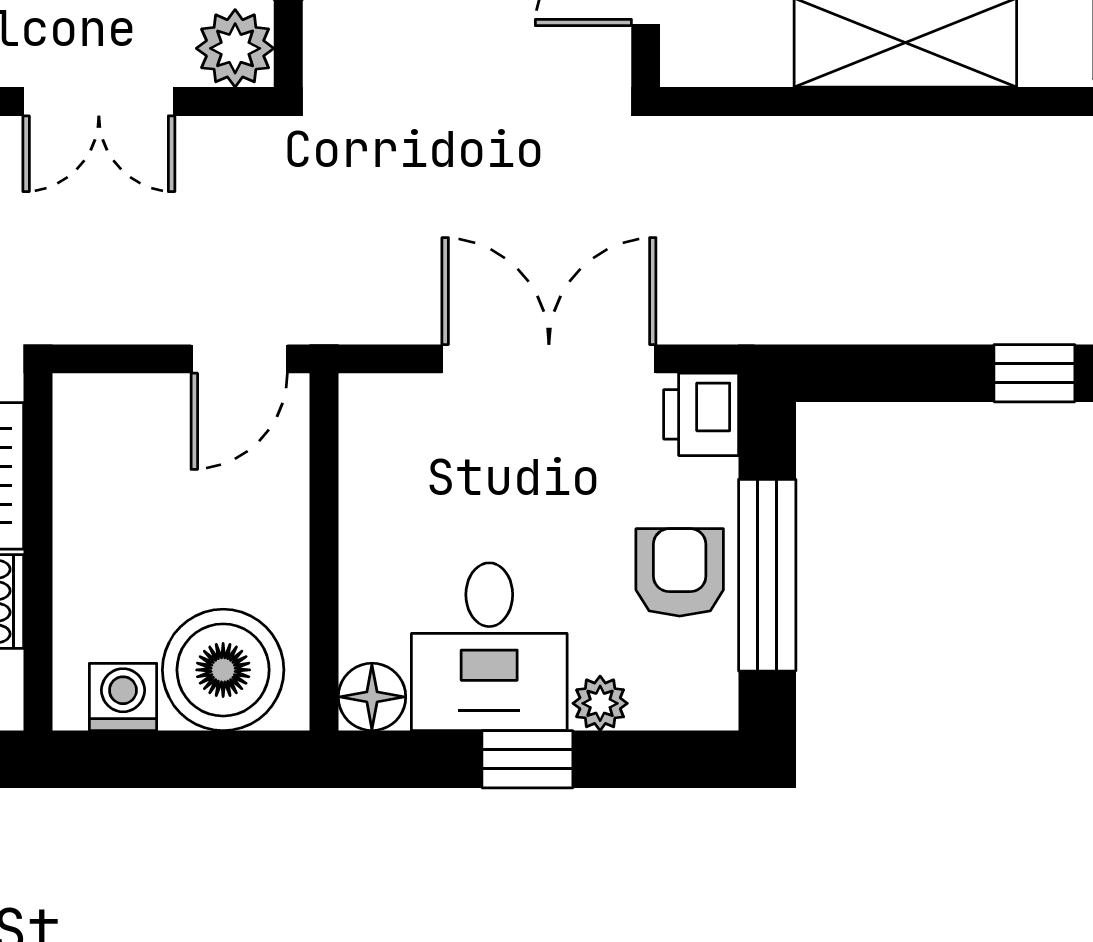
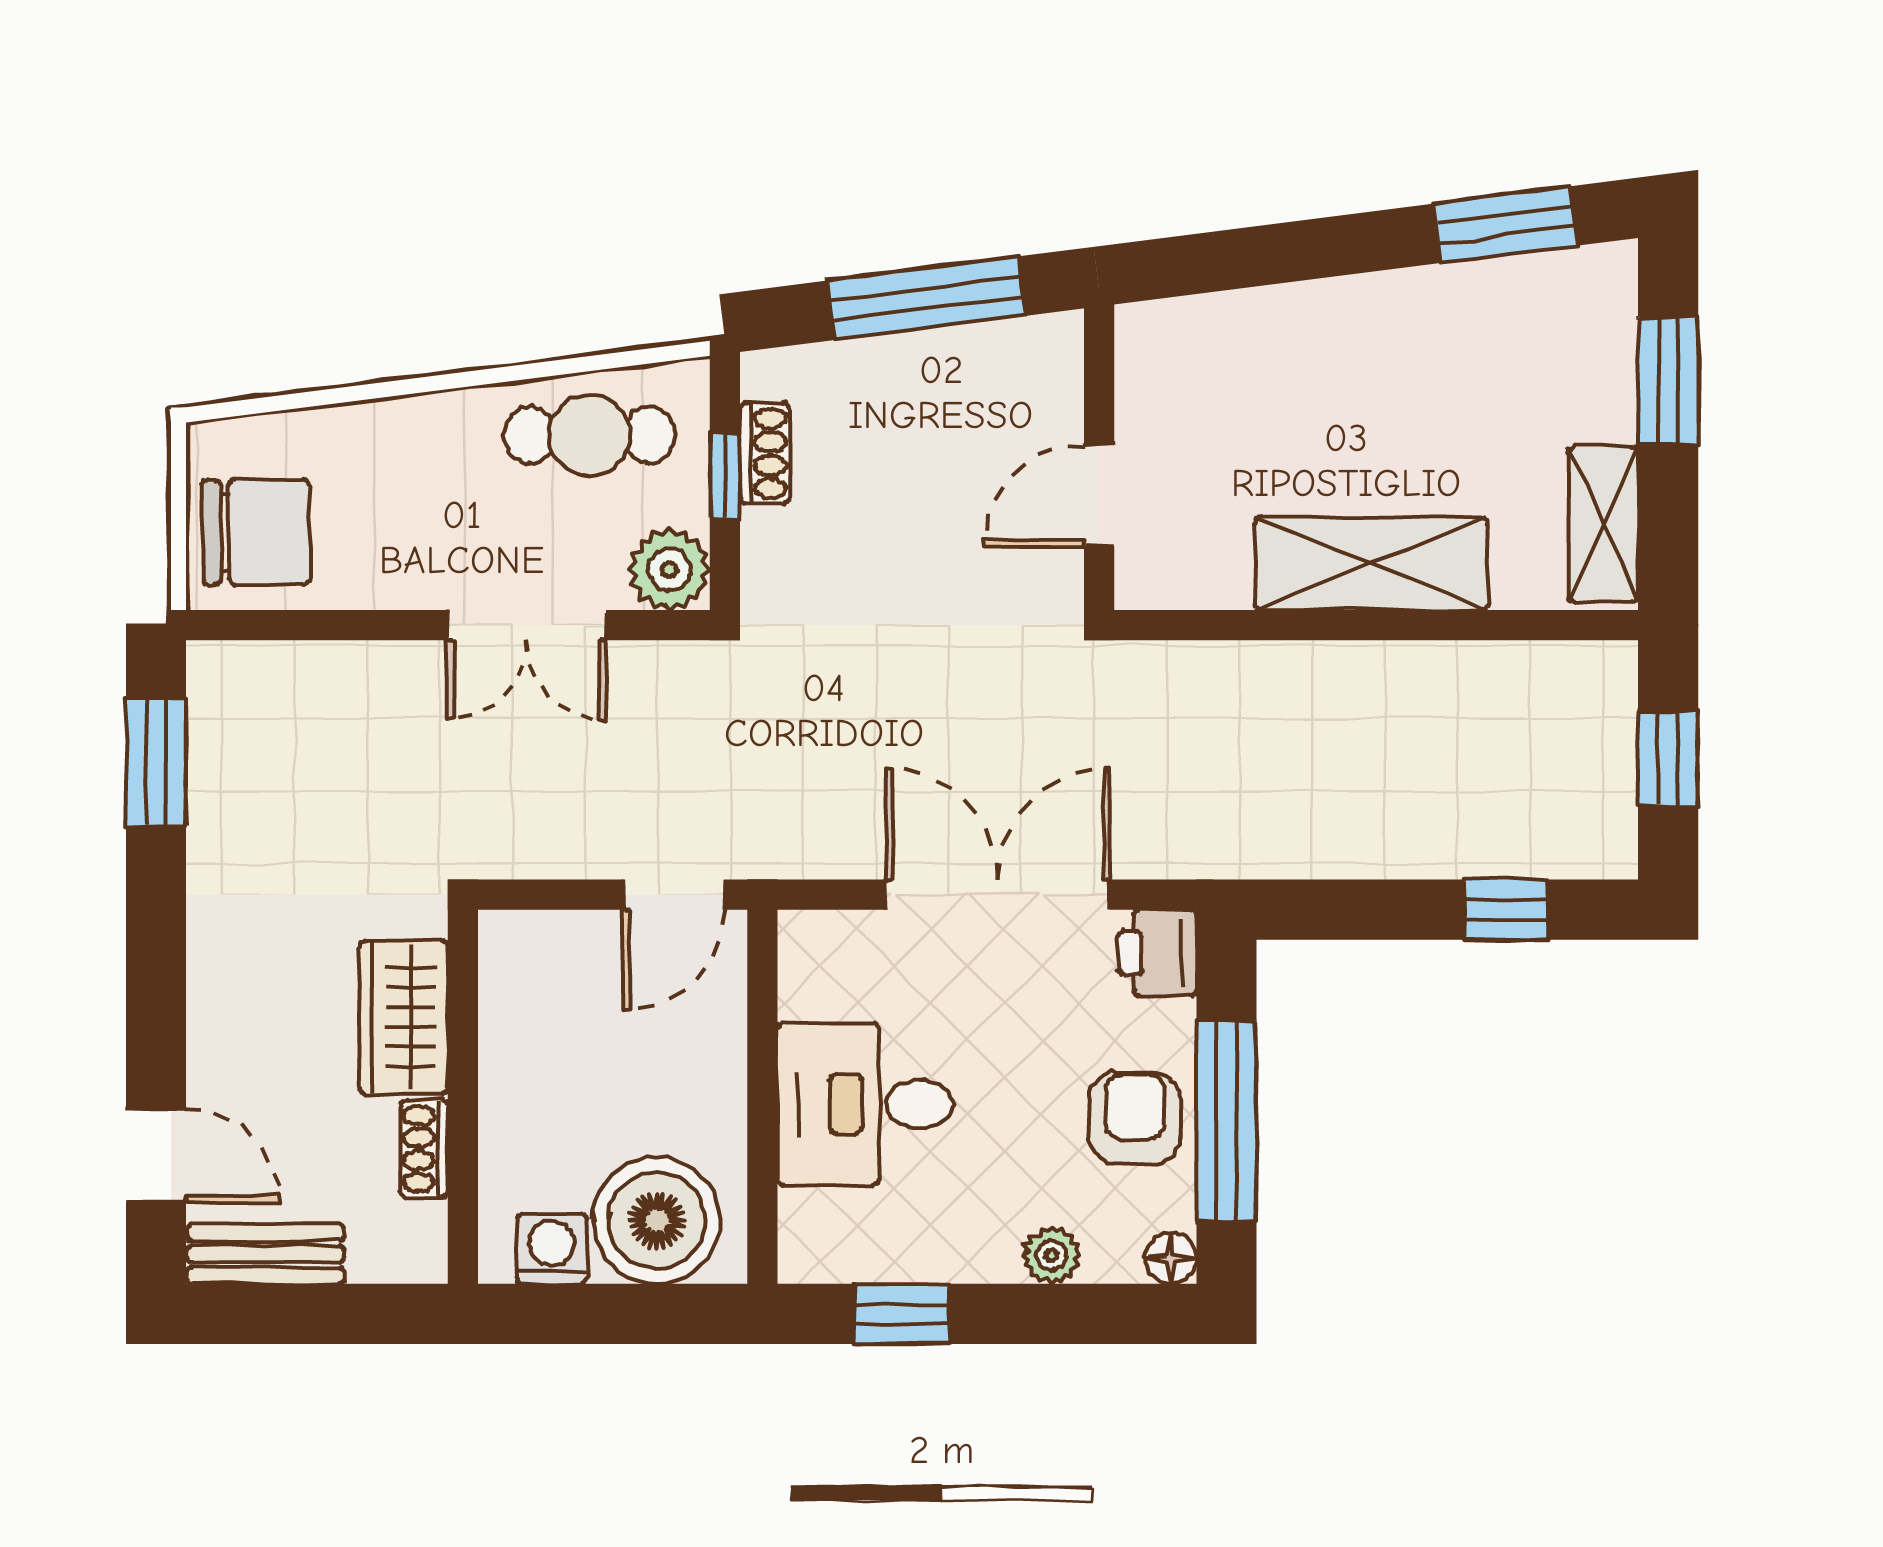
desk: (489, 647) -> (865, 1104), moved, turned 90
floor lamp: (372, 697) -> (1171, 1258), moved, width x0.73, depth x0.73
window: (527, 759) -> (902, 1314), moved

